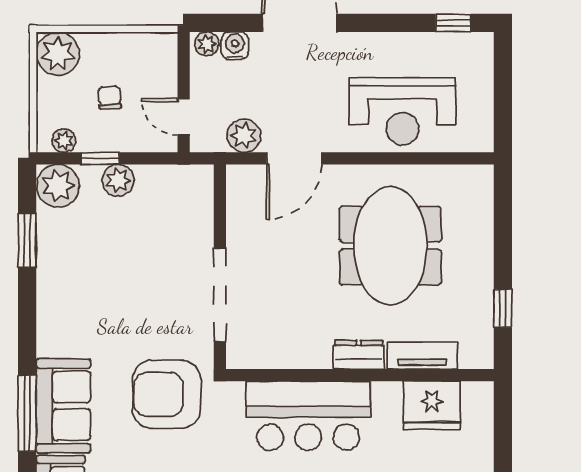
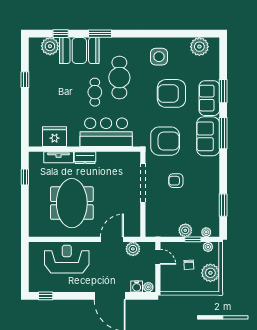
plant: (58, 54) -> (210, 273), moved
plant: (58, 186) -> (206, 232), width x0.53, depth x0.53
armchair: (141, 300) -> (176, 181), added

